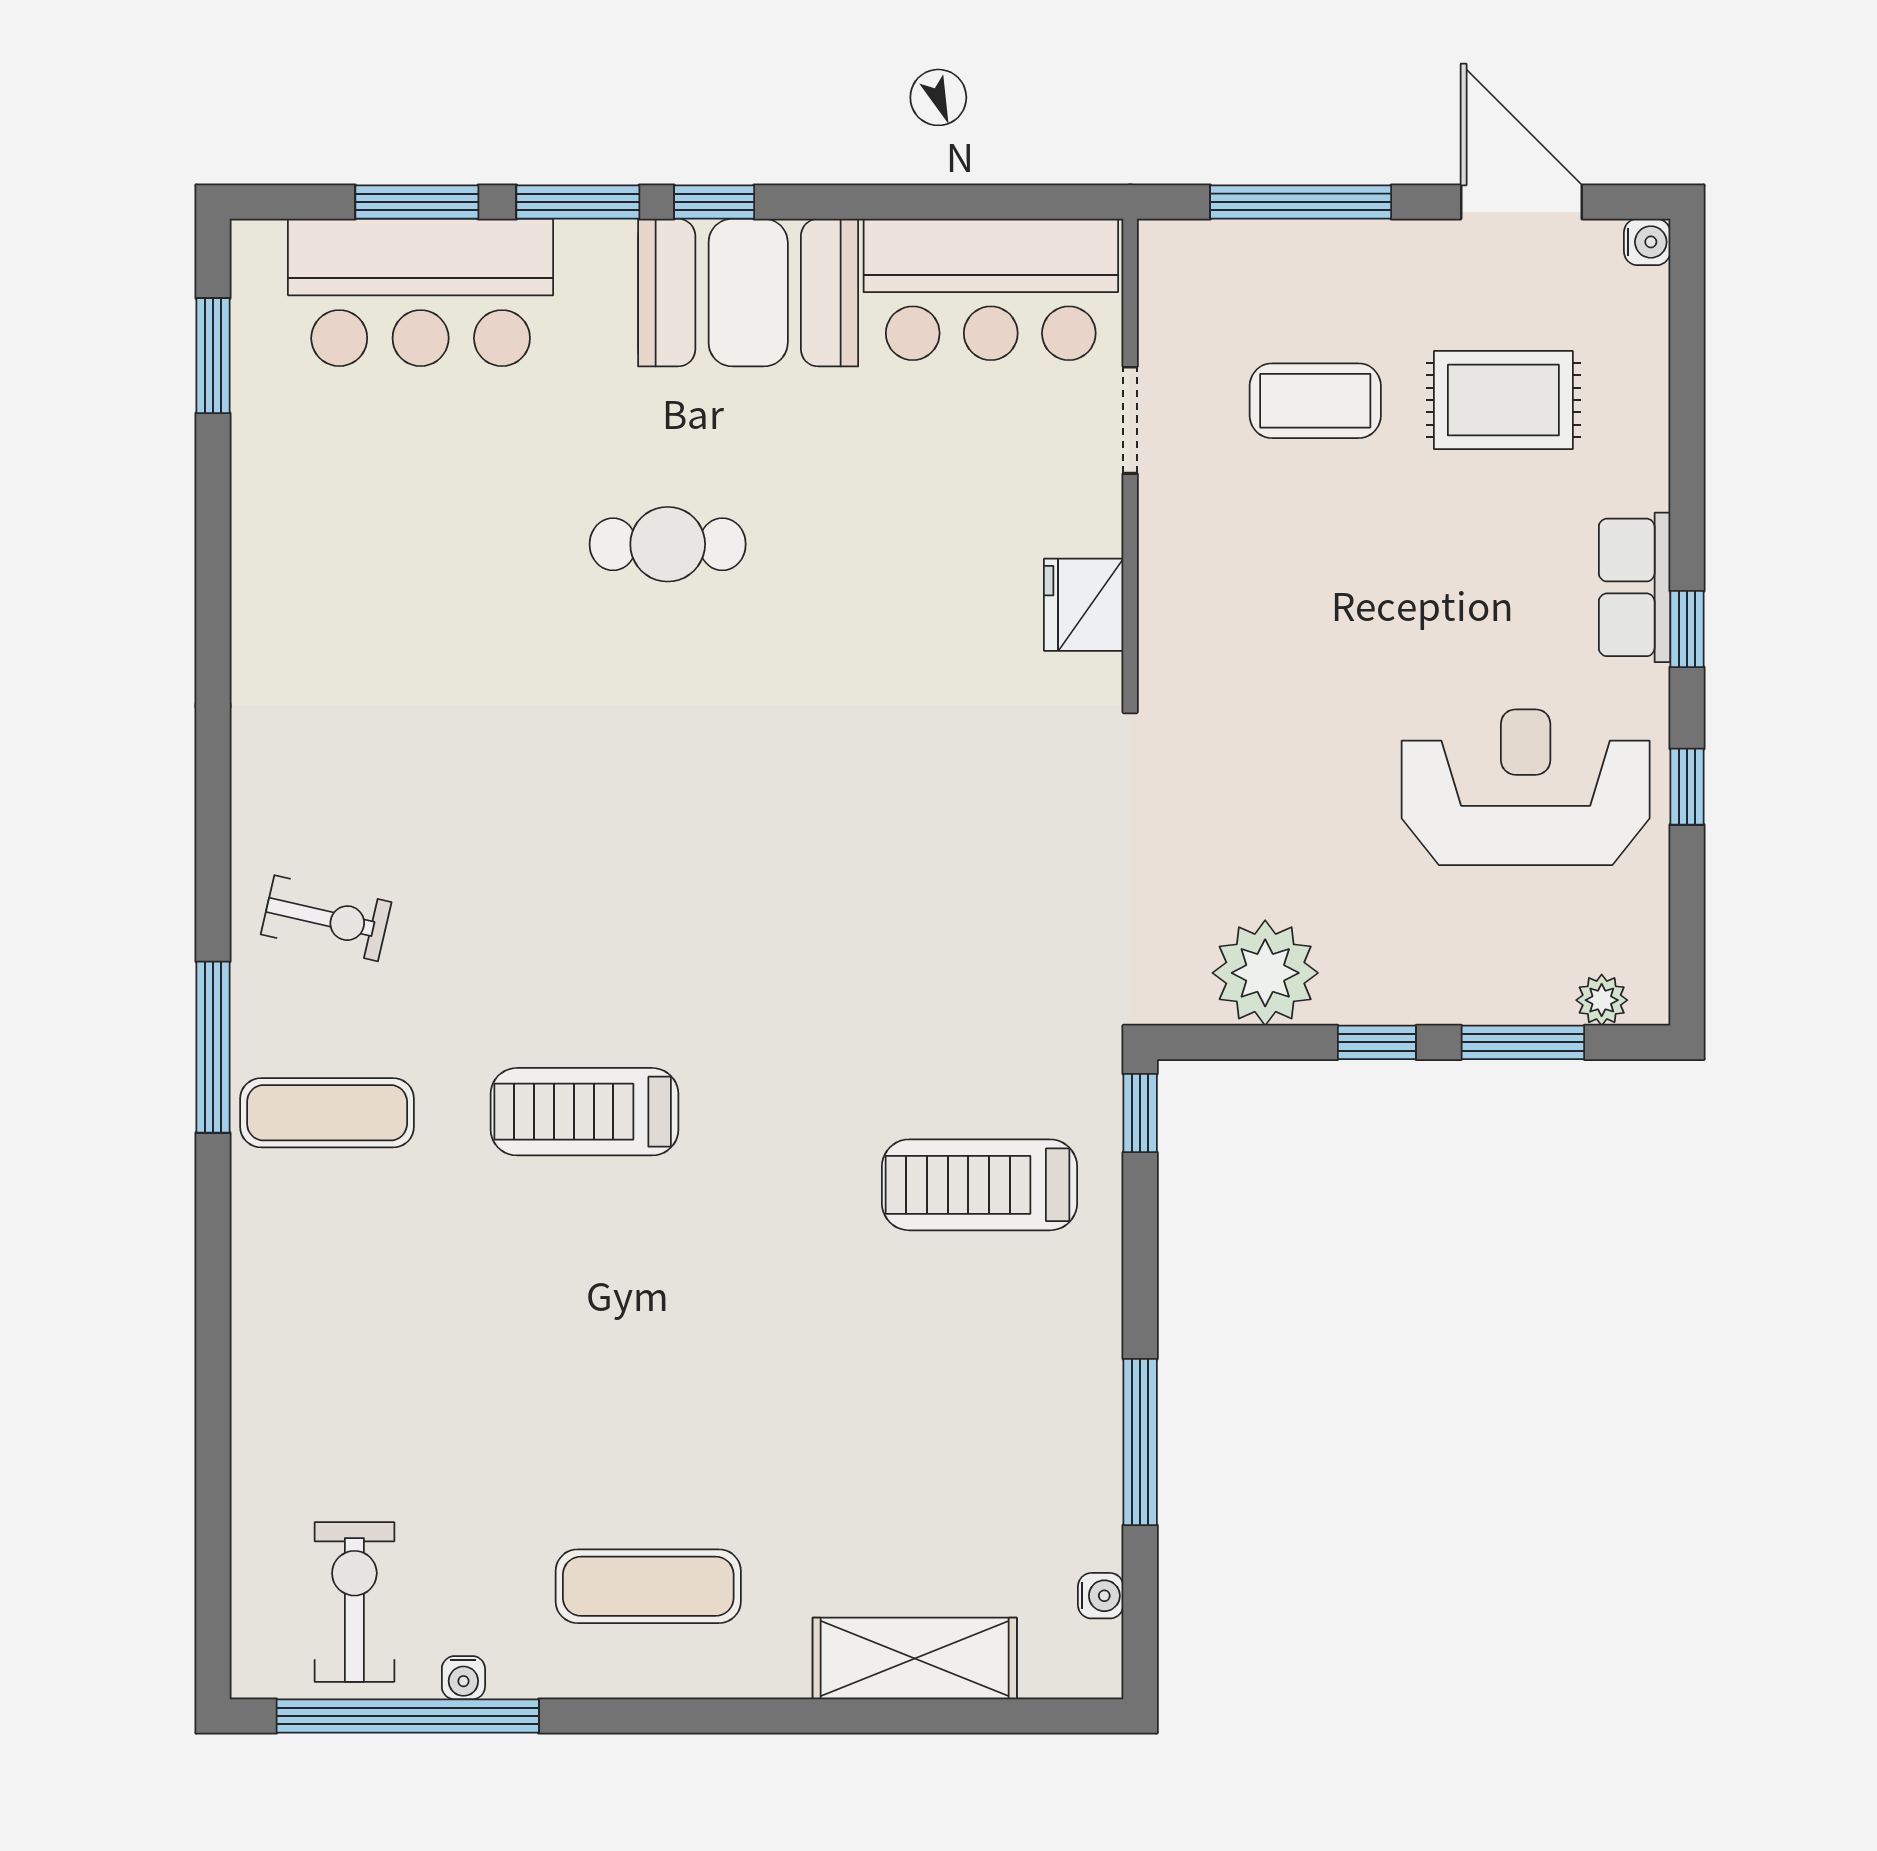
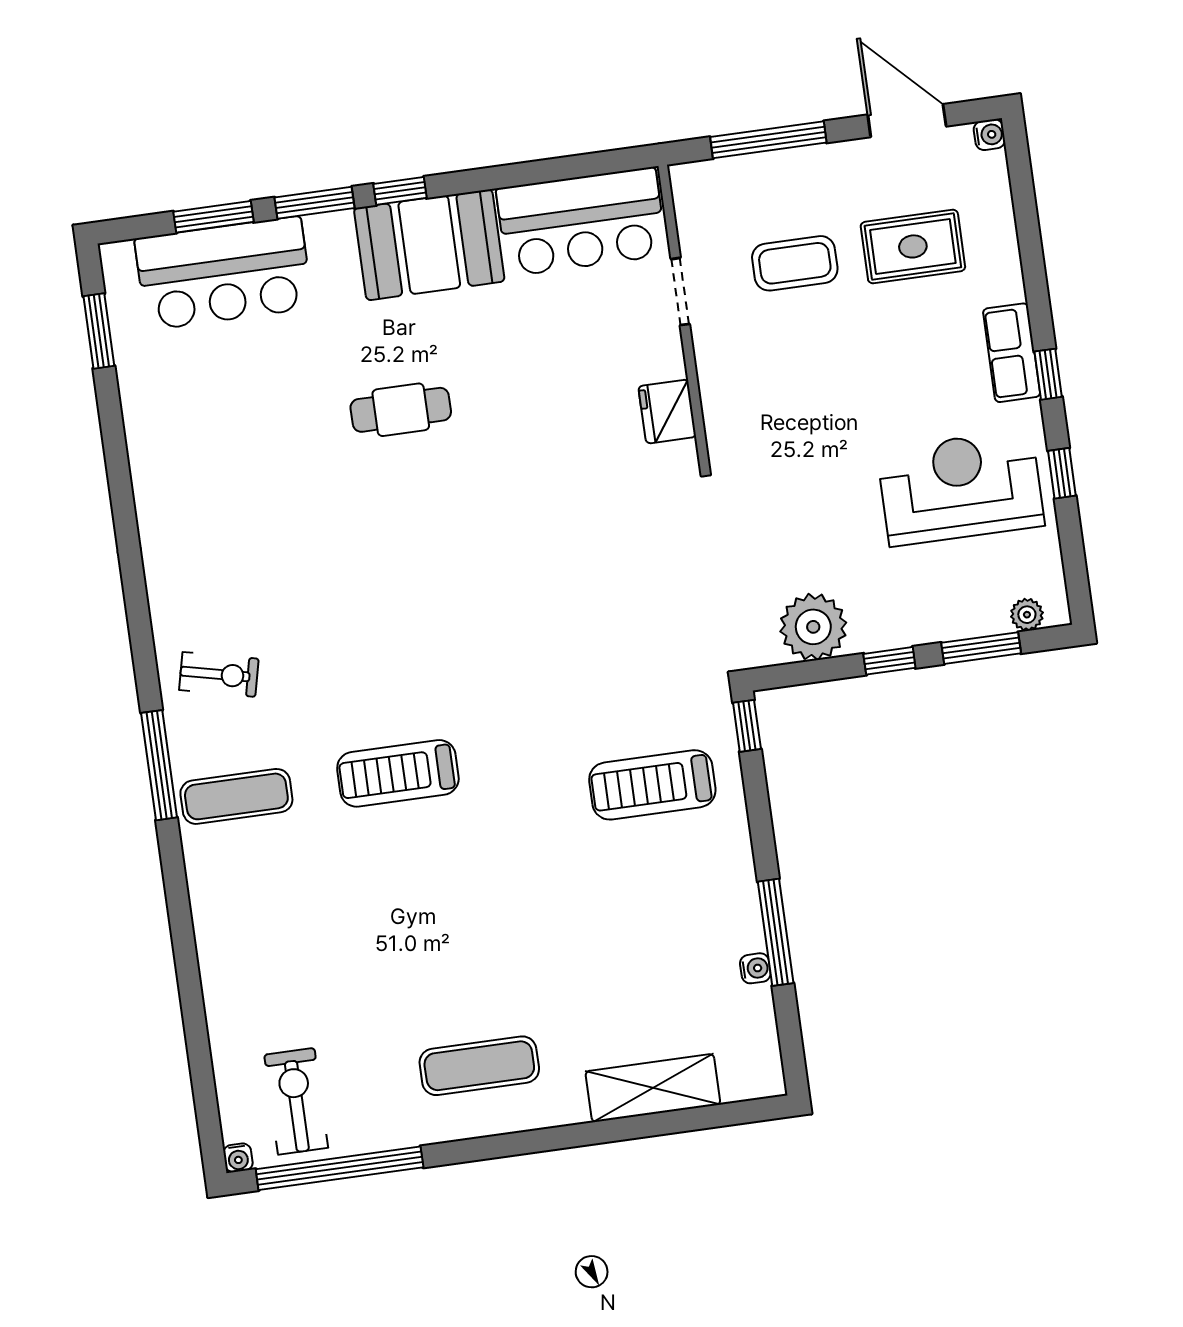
water cooler: (1101, 1596) -> (755, 968), moved
water cooler: (463, 1678) -> (238, 1158), moved

